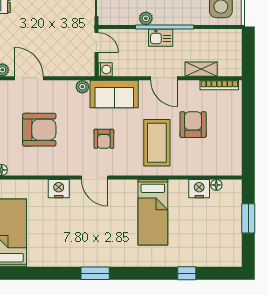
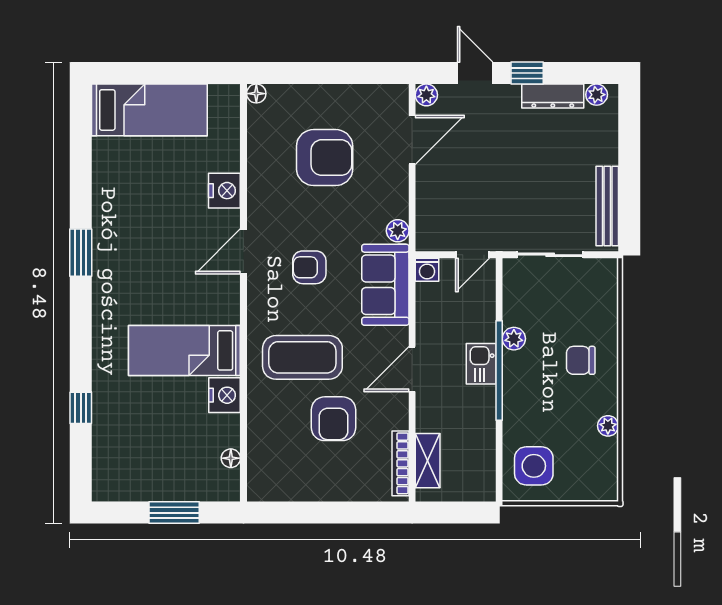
shelving: (201, 69) -> (428, 461), moved
armchair: (193, 125) -> (333, 419), turned 90
armchair: (39, 130) -> (325, 158), turned -90
nightstand: (199, 189) -> (225, 395), moved

